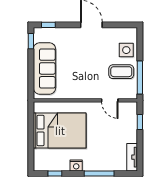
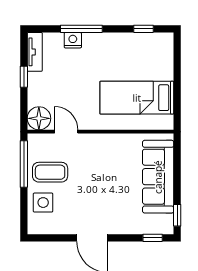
floor lamp: (129, 110) -> (39, 118), added
window: (140, 122) -> (24, 77), moved
bed: (60, 131) -> (137, 98), width x0.67
nightstand: (76, 165) -> (73, 40), moved

